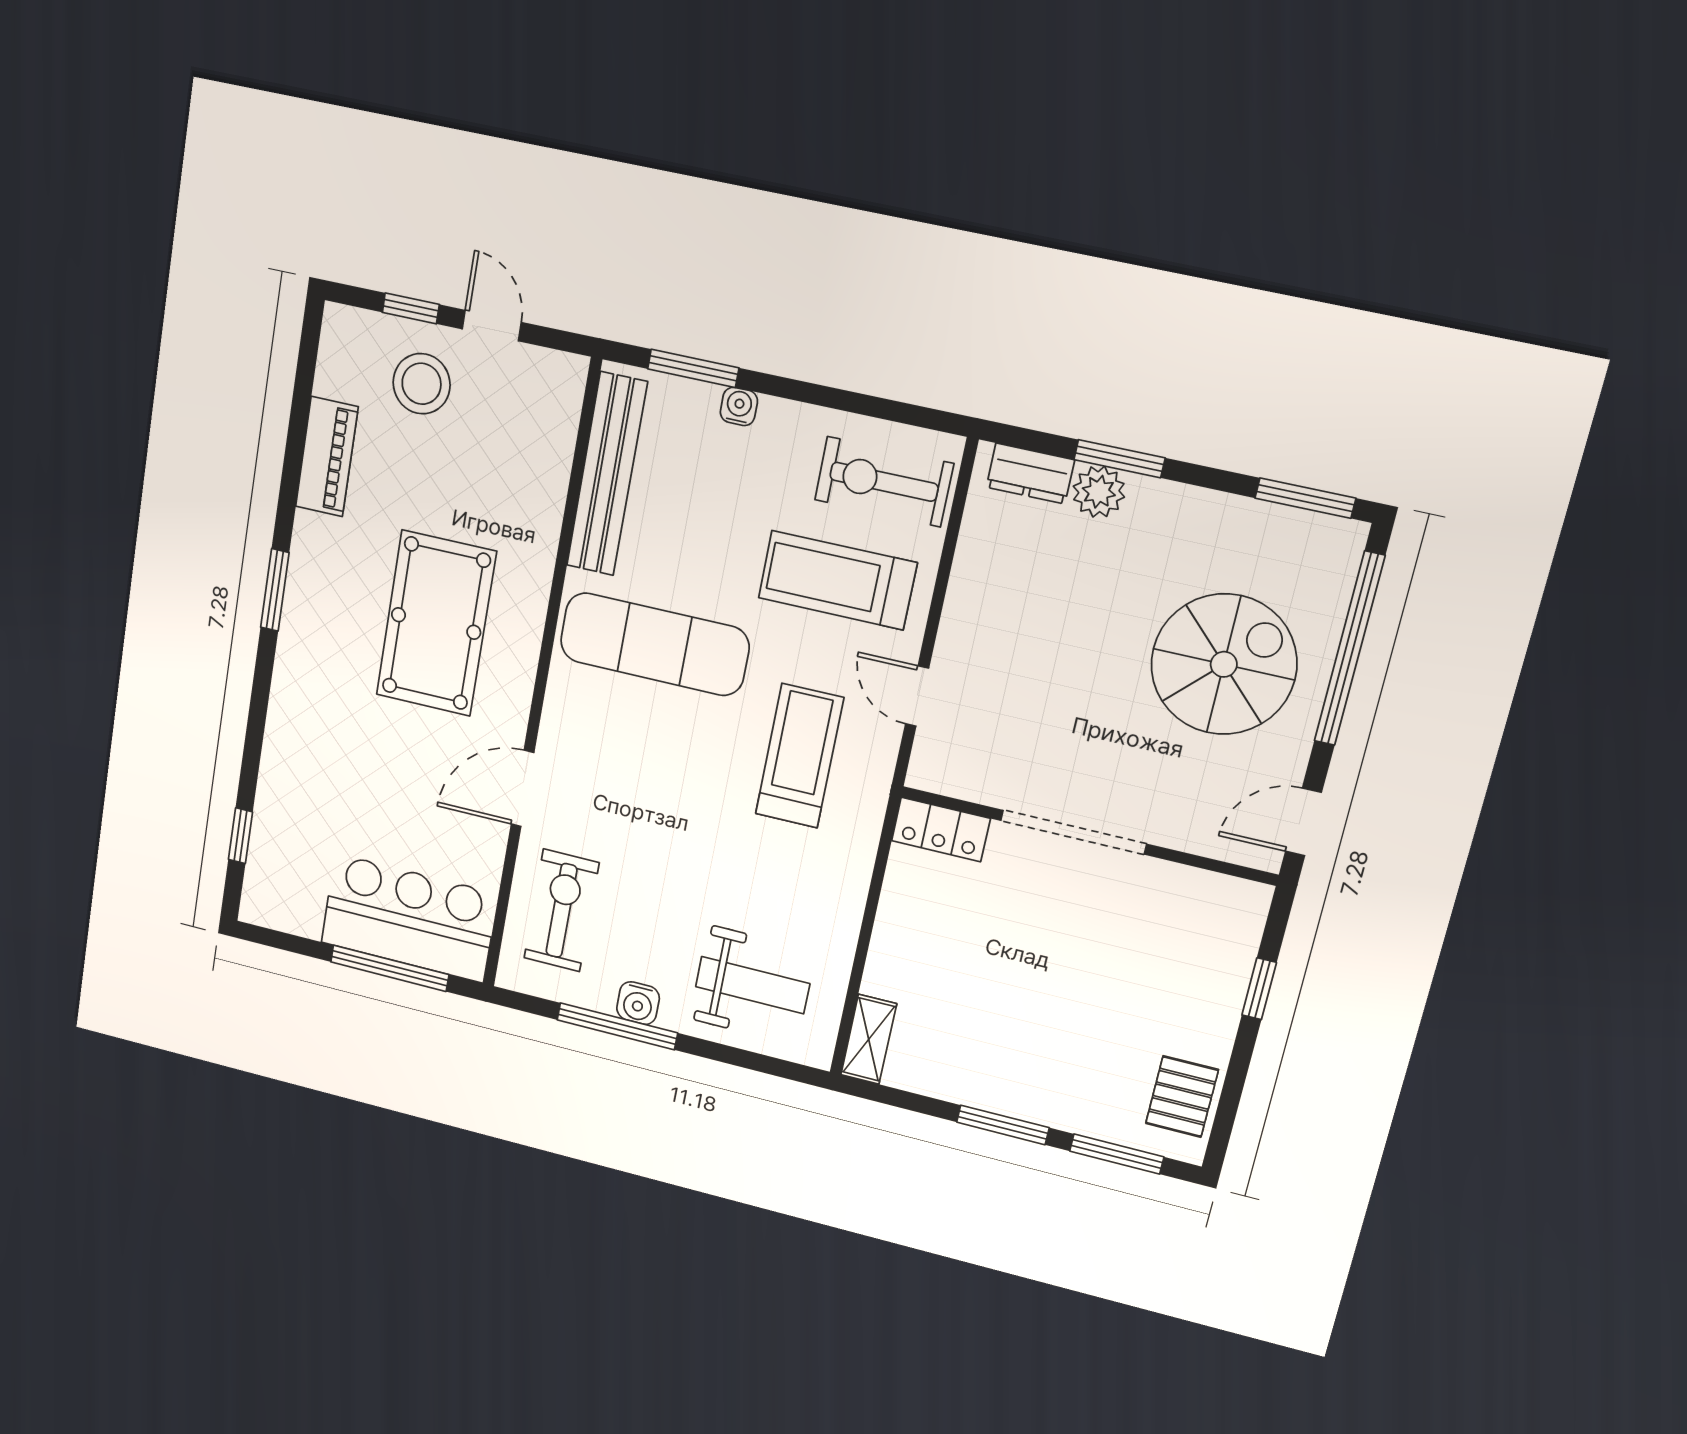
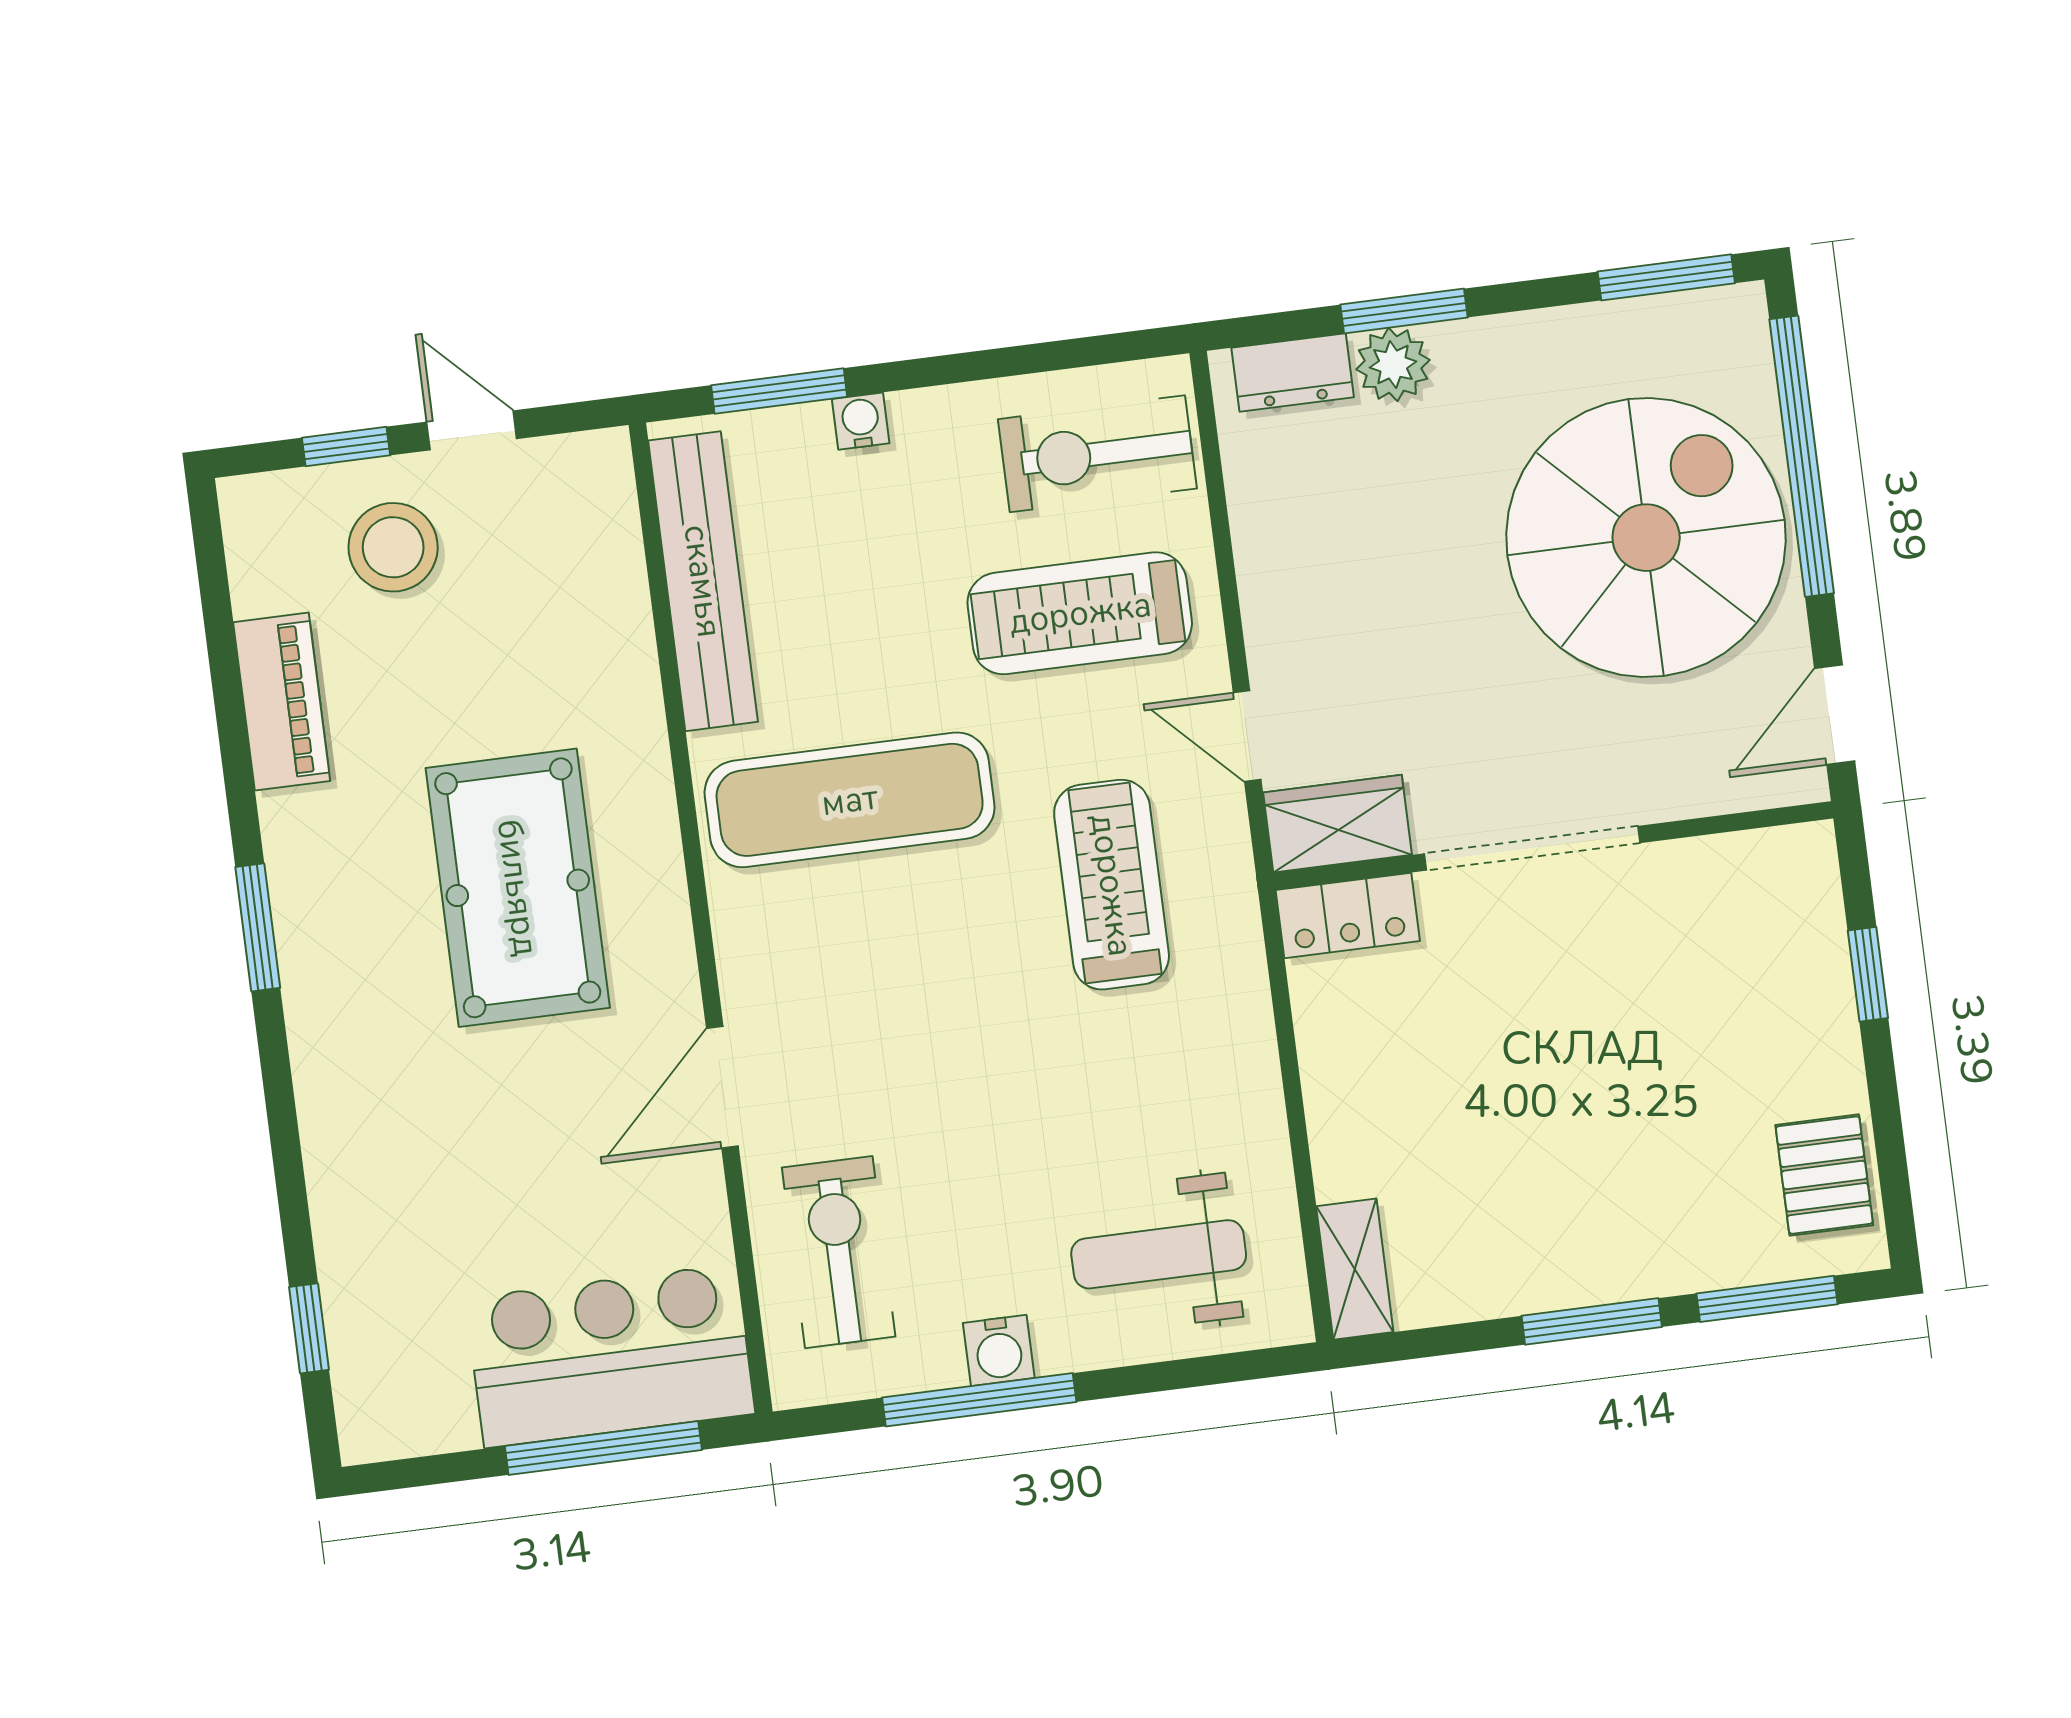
spiral stairs: (1224, 664) -> (1646, 538), width x1.37, depth x1.37
wardrobe: (955, 771) -> (1337, 824), added
weight bench: (753, 985) -> (1159, 1254), turned 180

